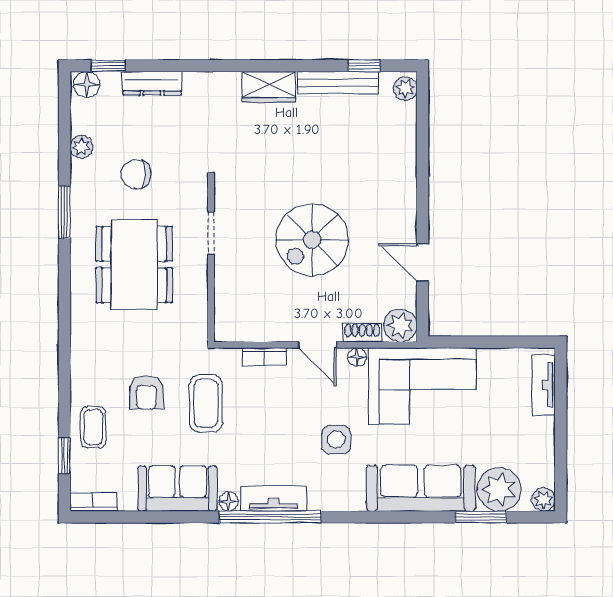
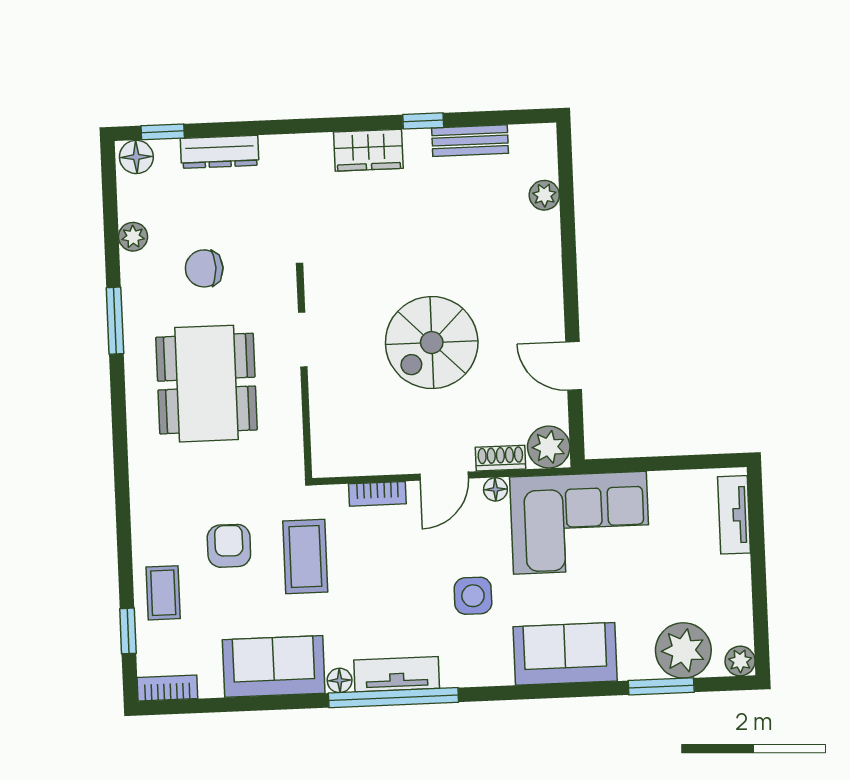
window: (364, 66) -> (423, 121), moved
bench: (338, 83) -> (470, 141), width x0.73
plant: (405, 88) -> (544, 195), moved
door: (317, 345) -> (444, 476), hinge flipped
armchair: (146, 392) -> (229, 546), turned 180
sofa: (421, 488) -> (565, 654), width x0.73

